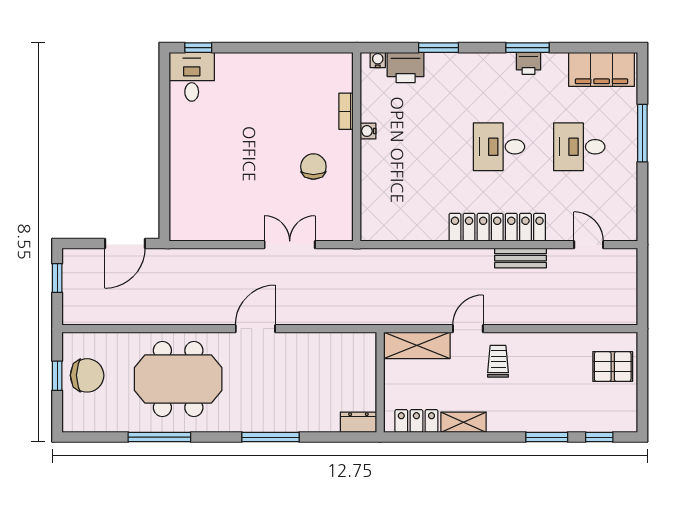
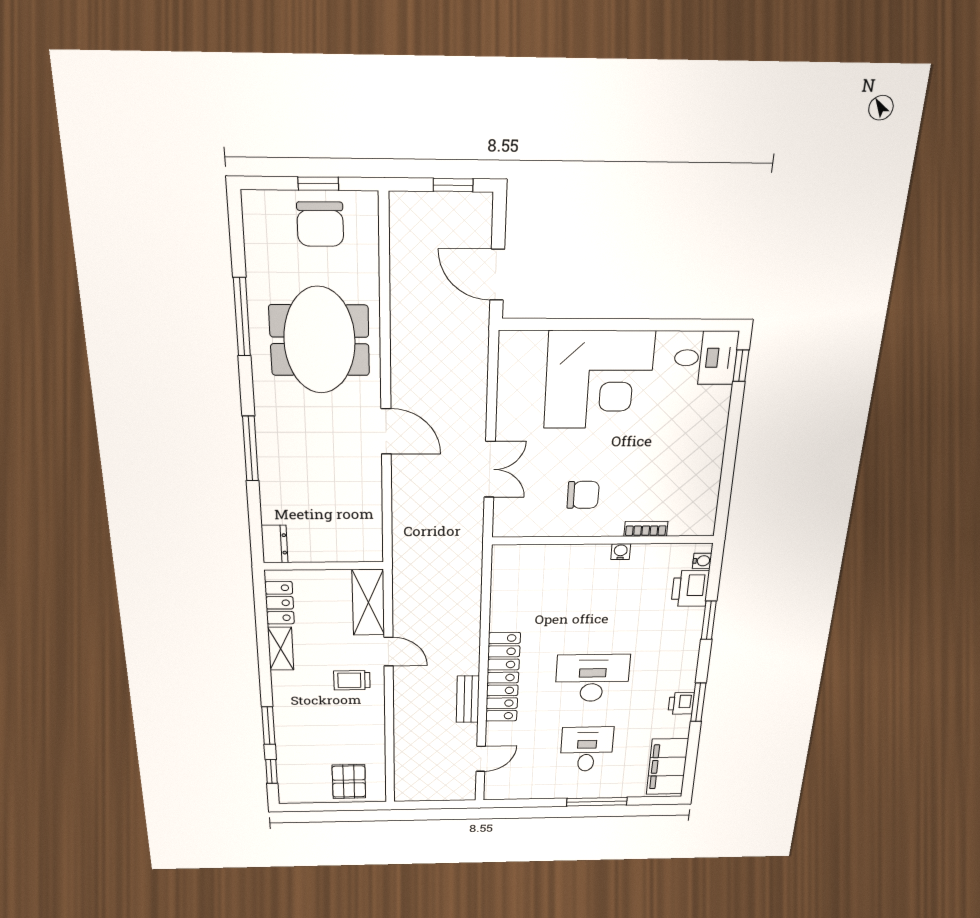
desk: (499, 147) -> (592, 678), width x1.37
corner desk: (211, 160) -> (599, 380), added
trolley: (498, 361) -> (352, 680), turned 180

